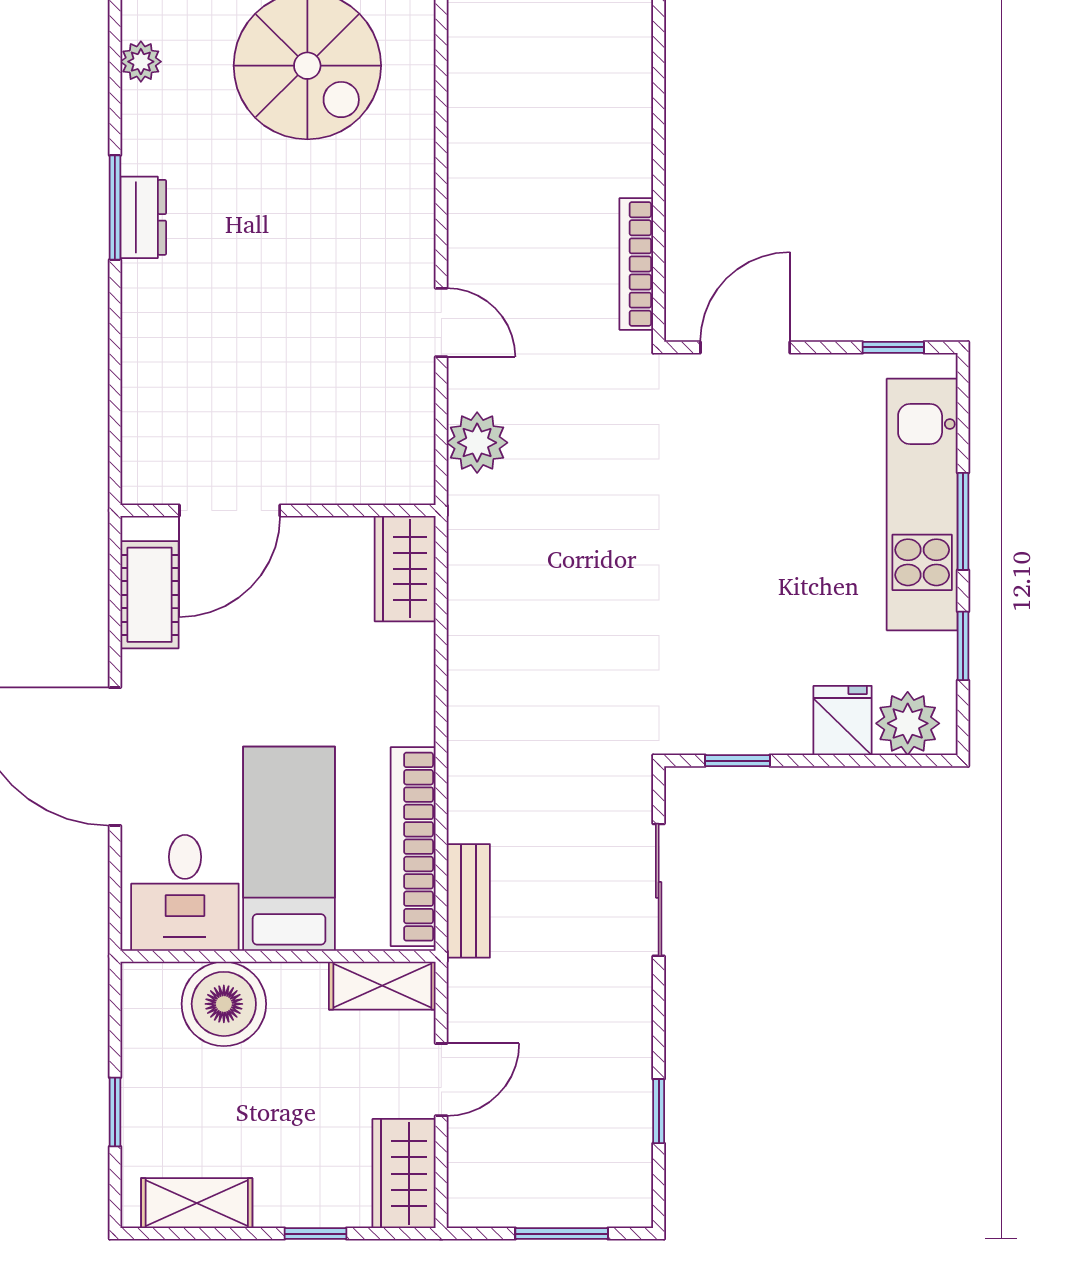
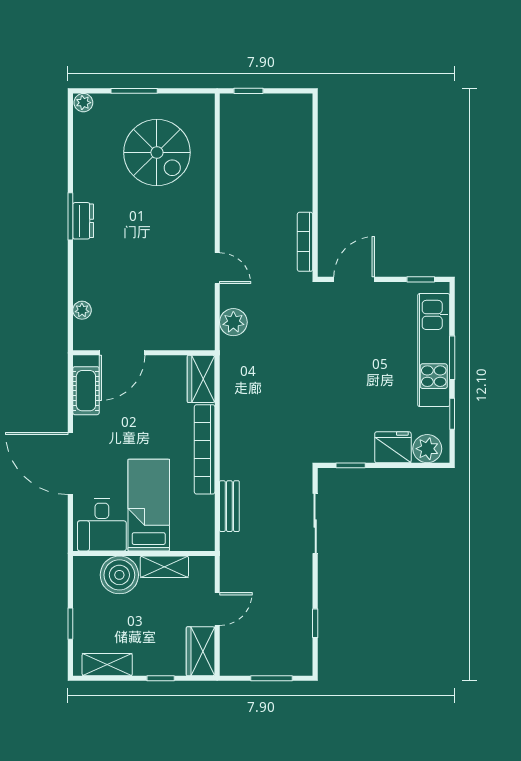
plant: (141, 62) -> (82, 310), moved
fridge: (843, 720) -> (393, 447), width x1.38
bookcase: (413, 847) -> (205, 449), moved
bench: (468, 901) -> (229, 506), moved
shelving: (382, 986) -> (164, 567), moved

